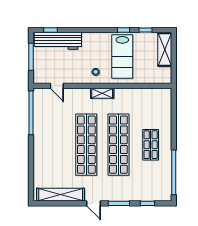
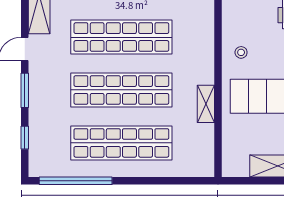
shelving: (102, 93) -> (206, 104), moved
shop shelf: (151, 145) -> (121, 143), width x2.00, depth x1.36

